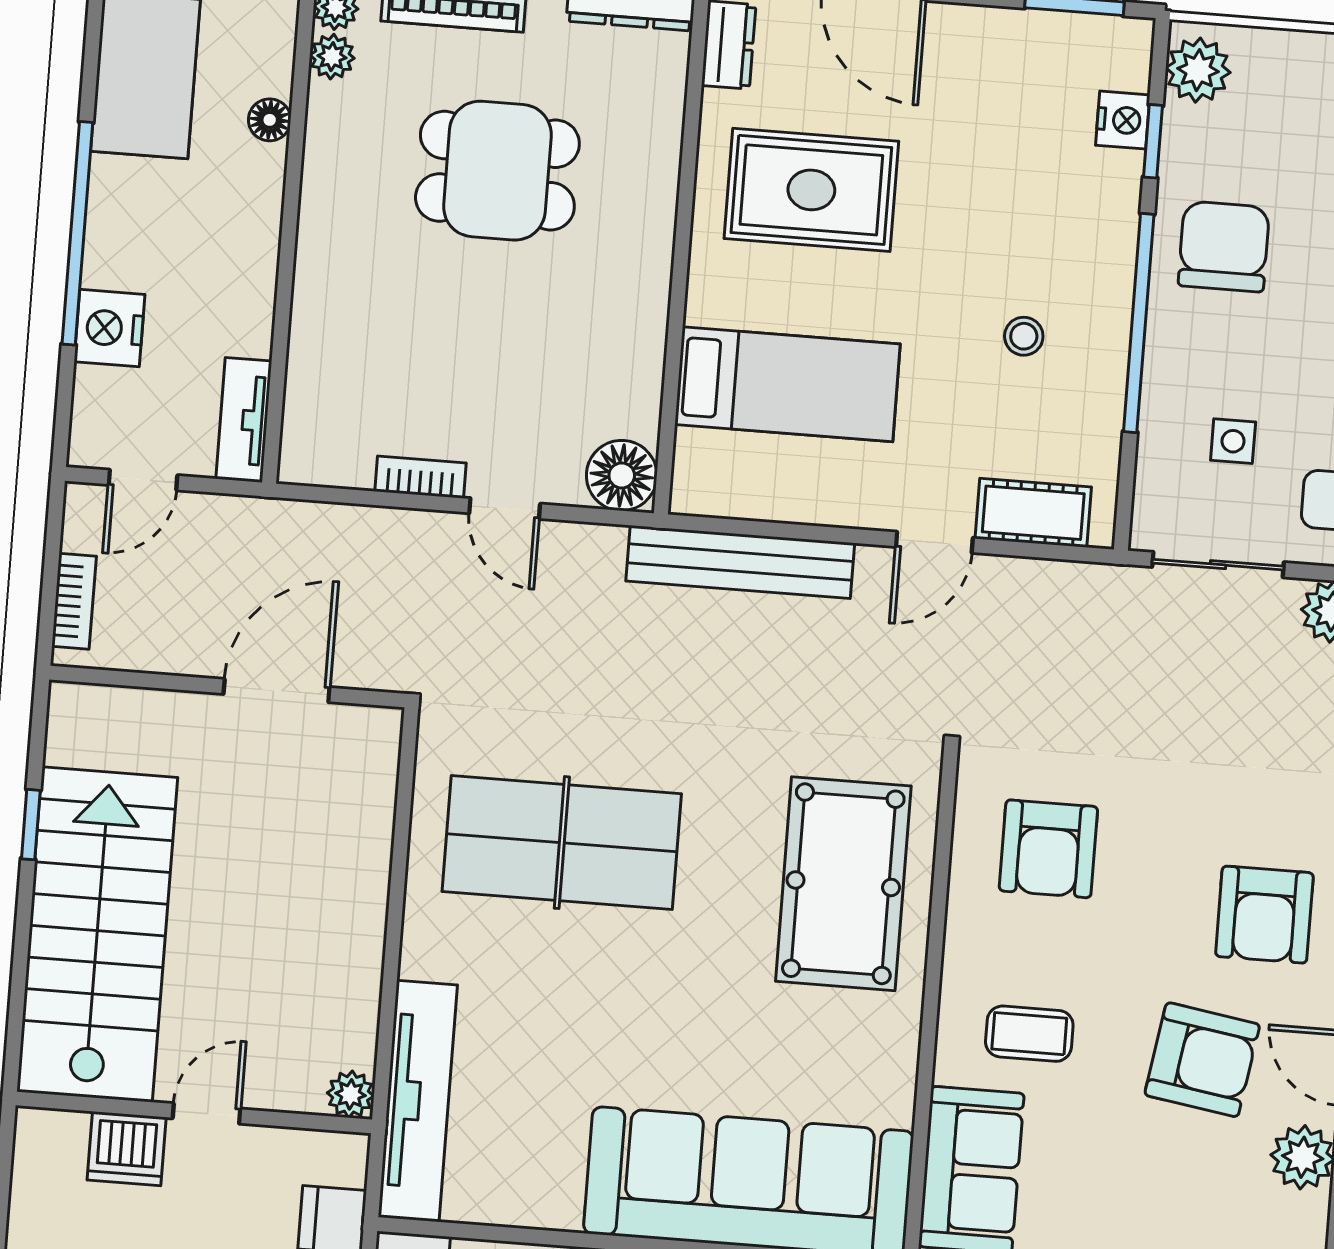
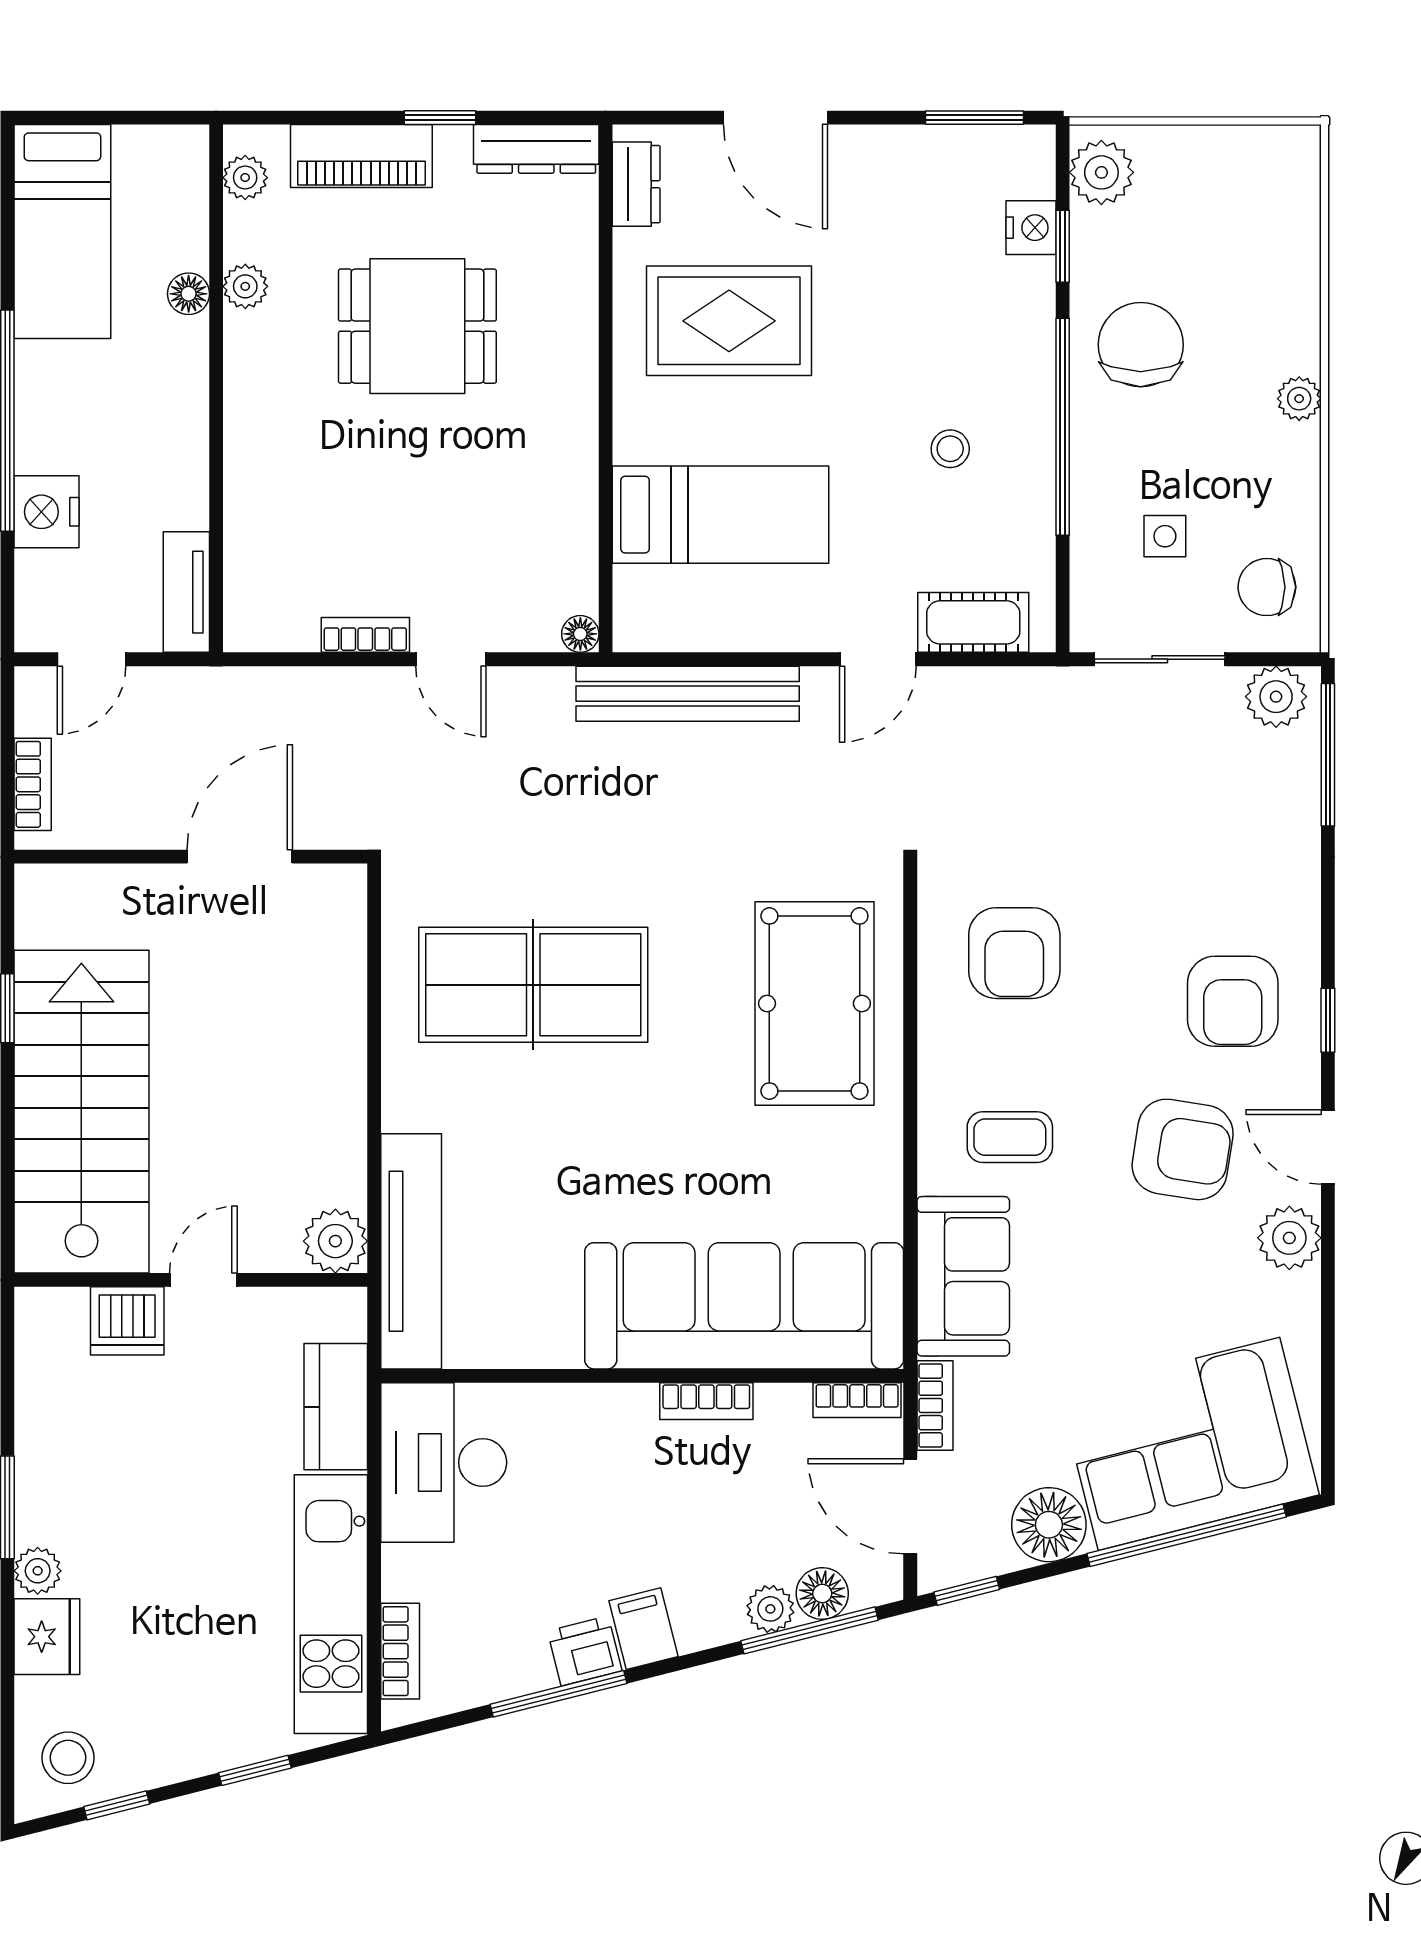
plant: (332, 57) -> (245, 286), moved
floor lamp: (622, 475) -> (580, 634), width x0.53, depth x0.53
plant: (350, 1094) -> (335, 1241), width x1.38, depth x1.38

